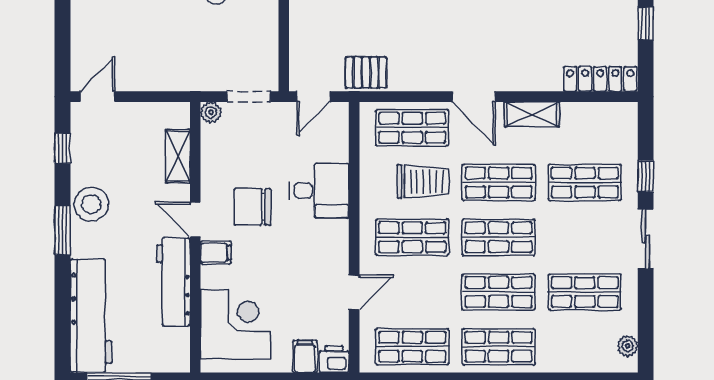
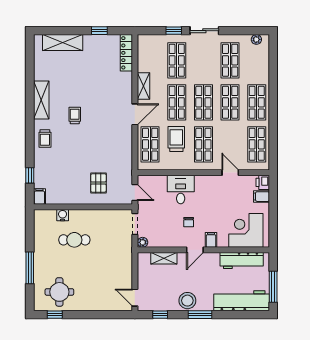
pallet: (366, 72) -> (98, 183), moved
chair: (252, 207) -> (189, 222), width x0.54, depth x0.54
workbench: (173, 282) -> (242, 261), moved

